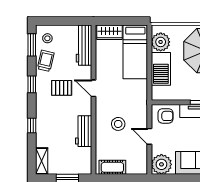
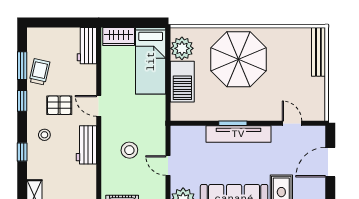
stool: (47, 38) -> (44, 135), moved
window: (32, 45) -> (22, 66), moved
workbench: (84, 45) -> (87, 46), width x0.73
armchair: (166, 116) -> (188, 140), removed
workbench: (84, 131) -> (86, 145), moved

